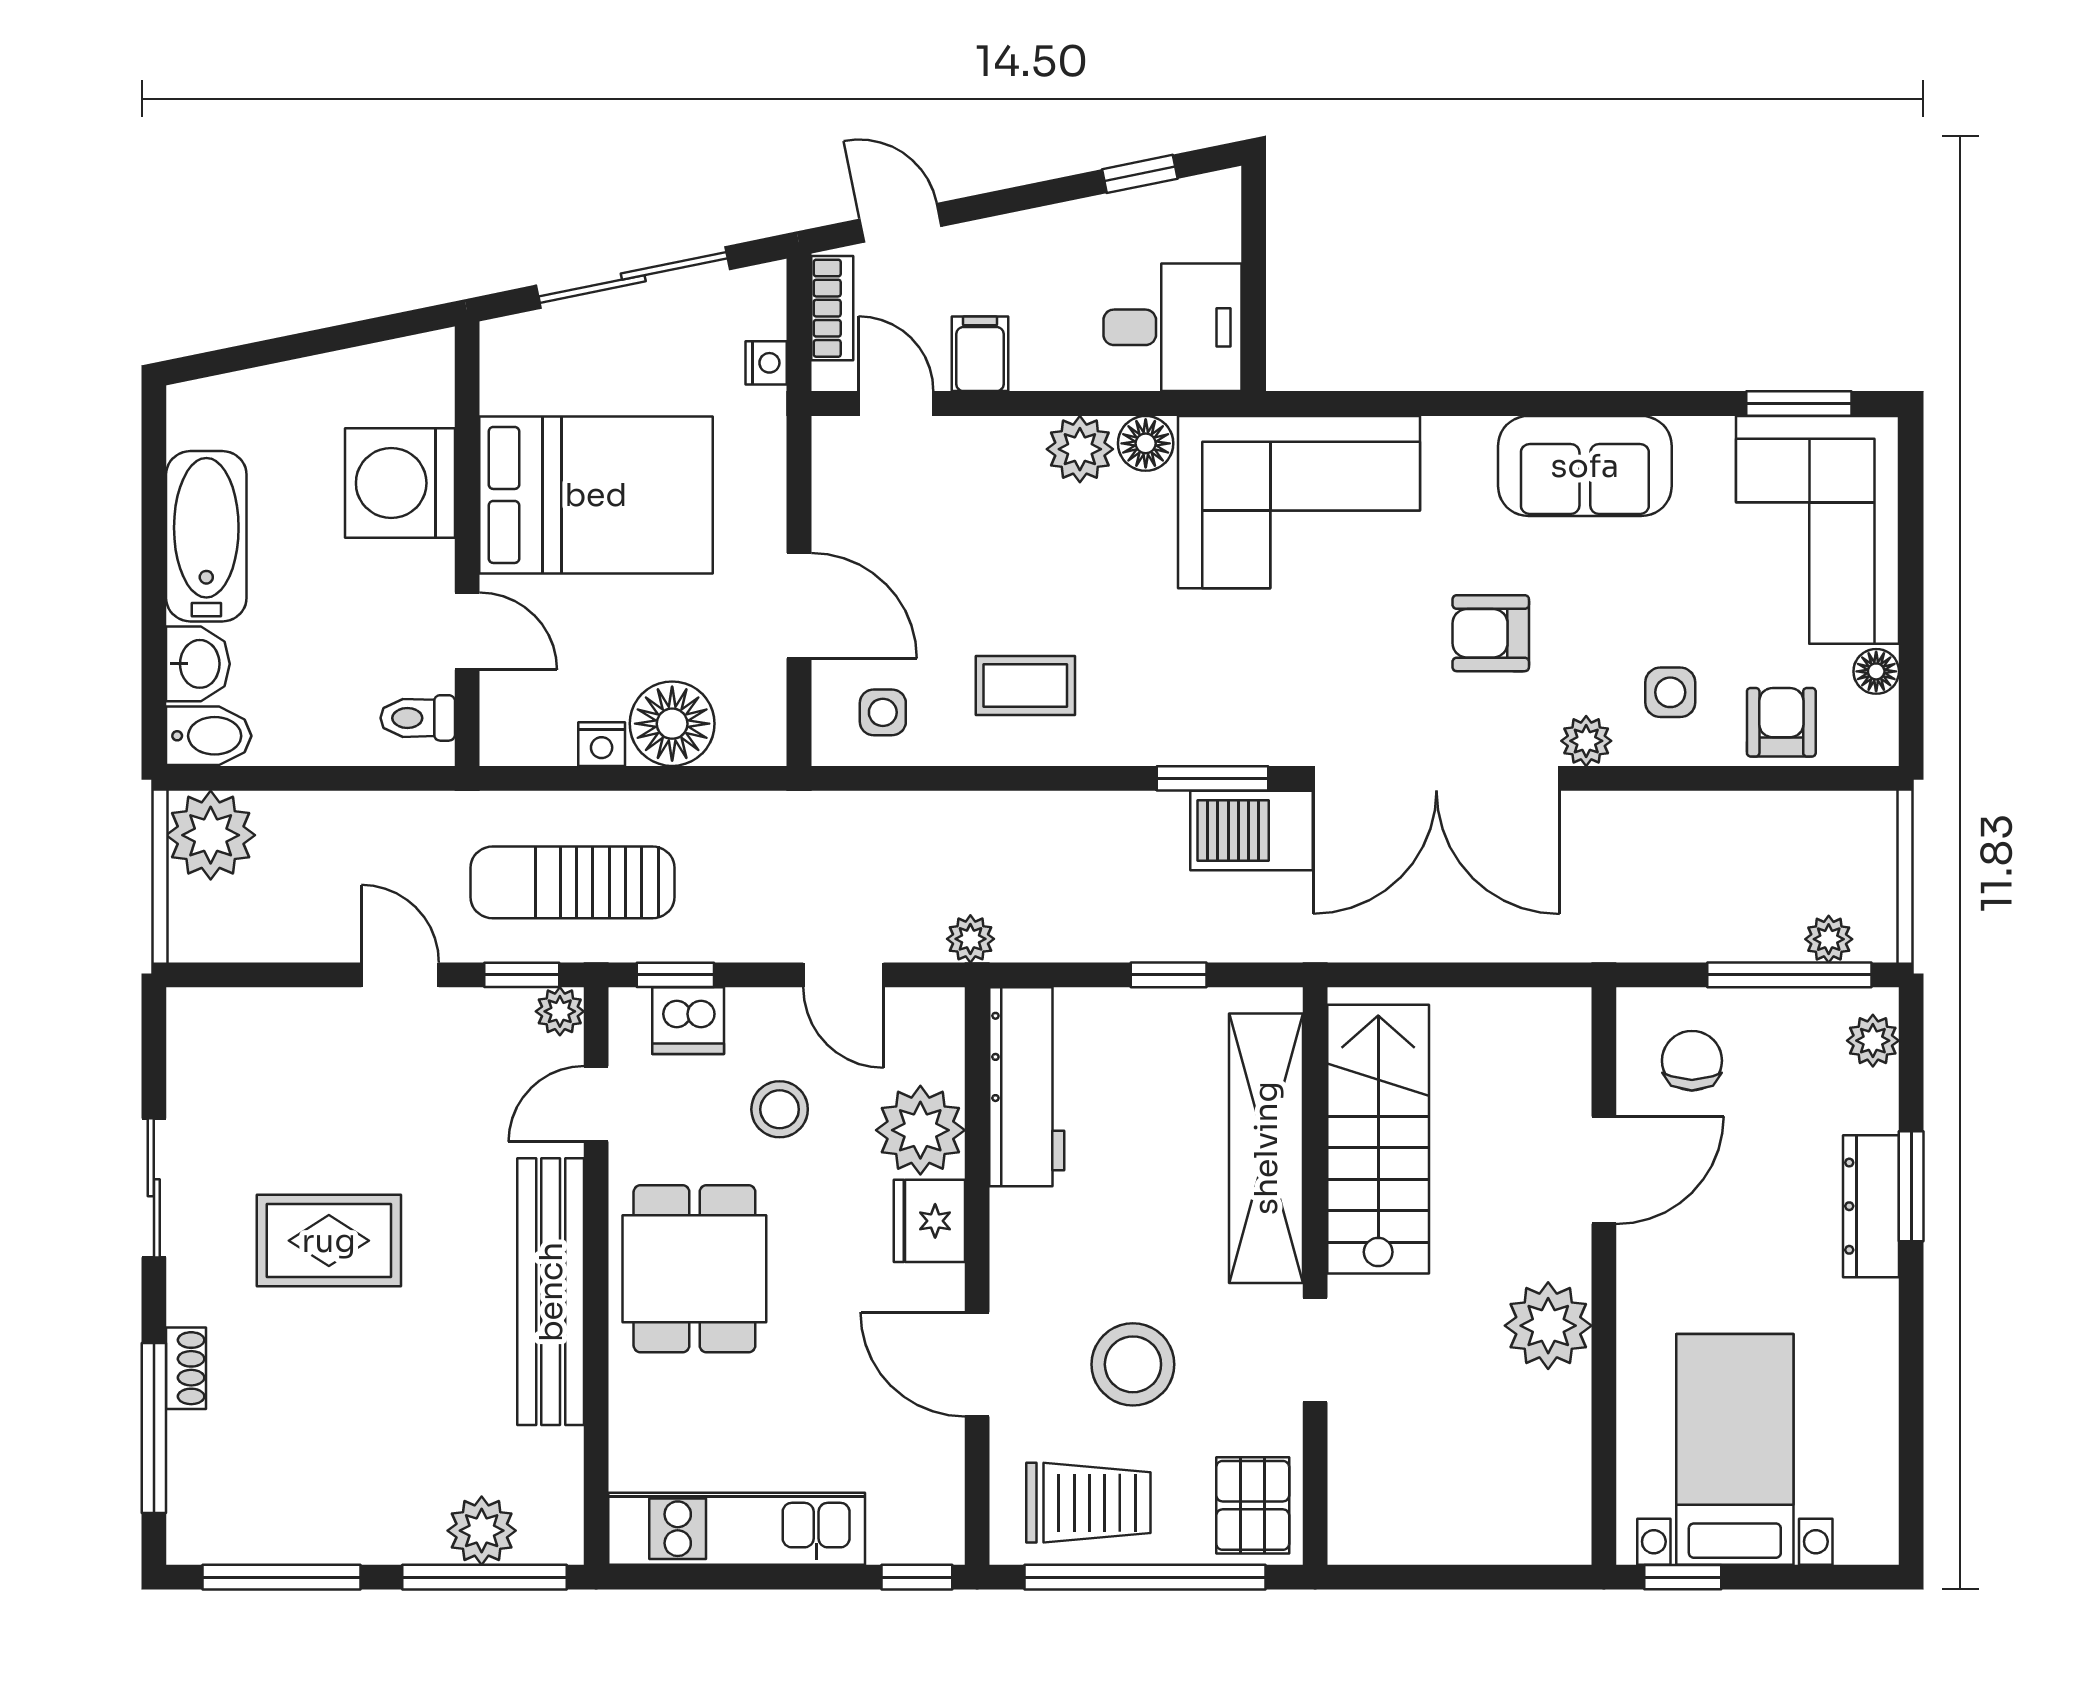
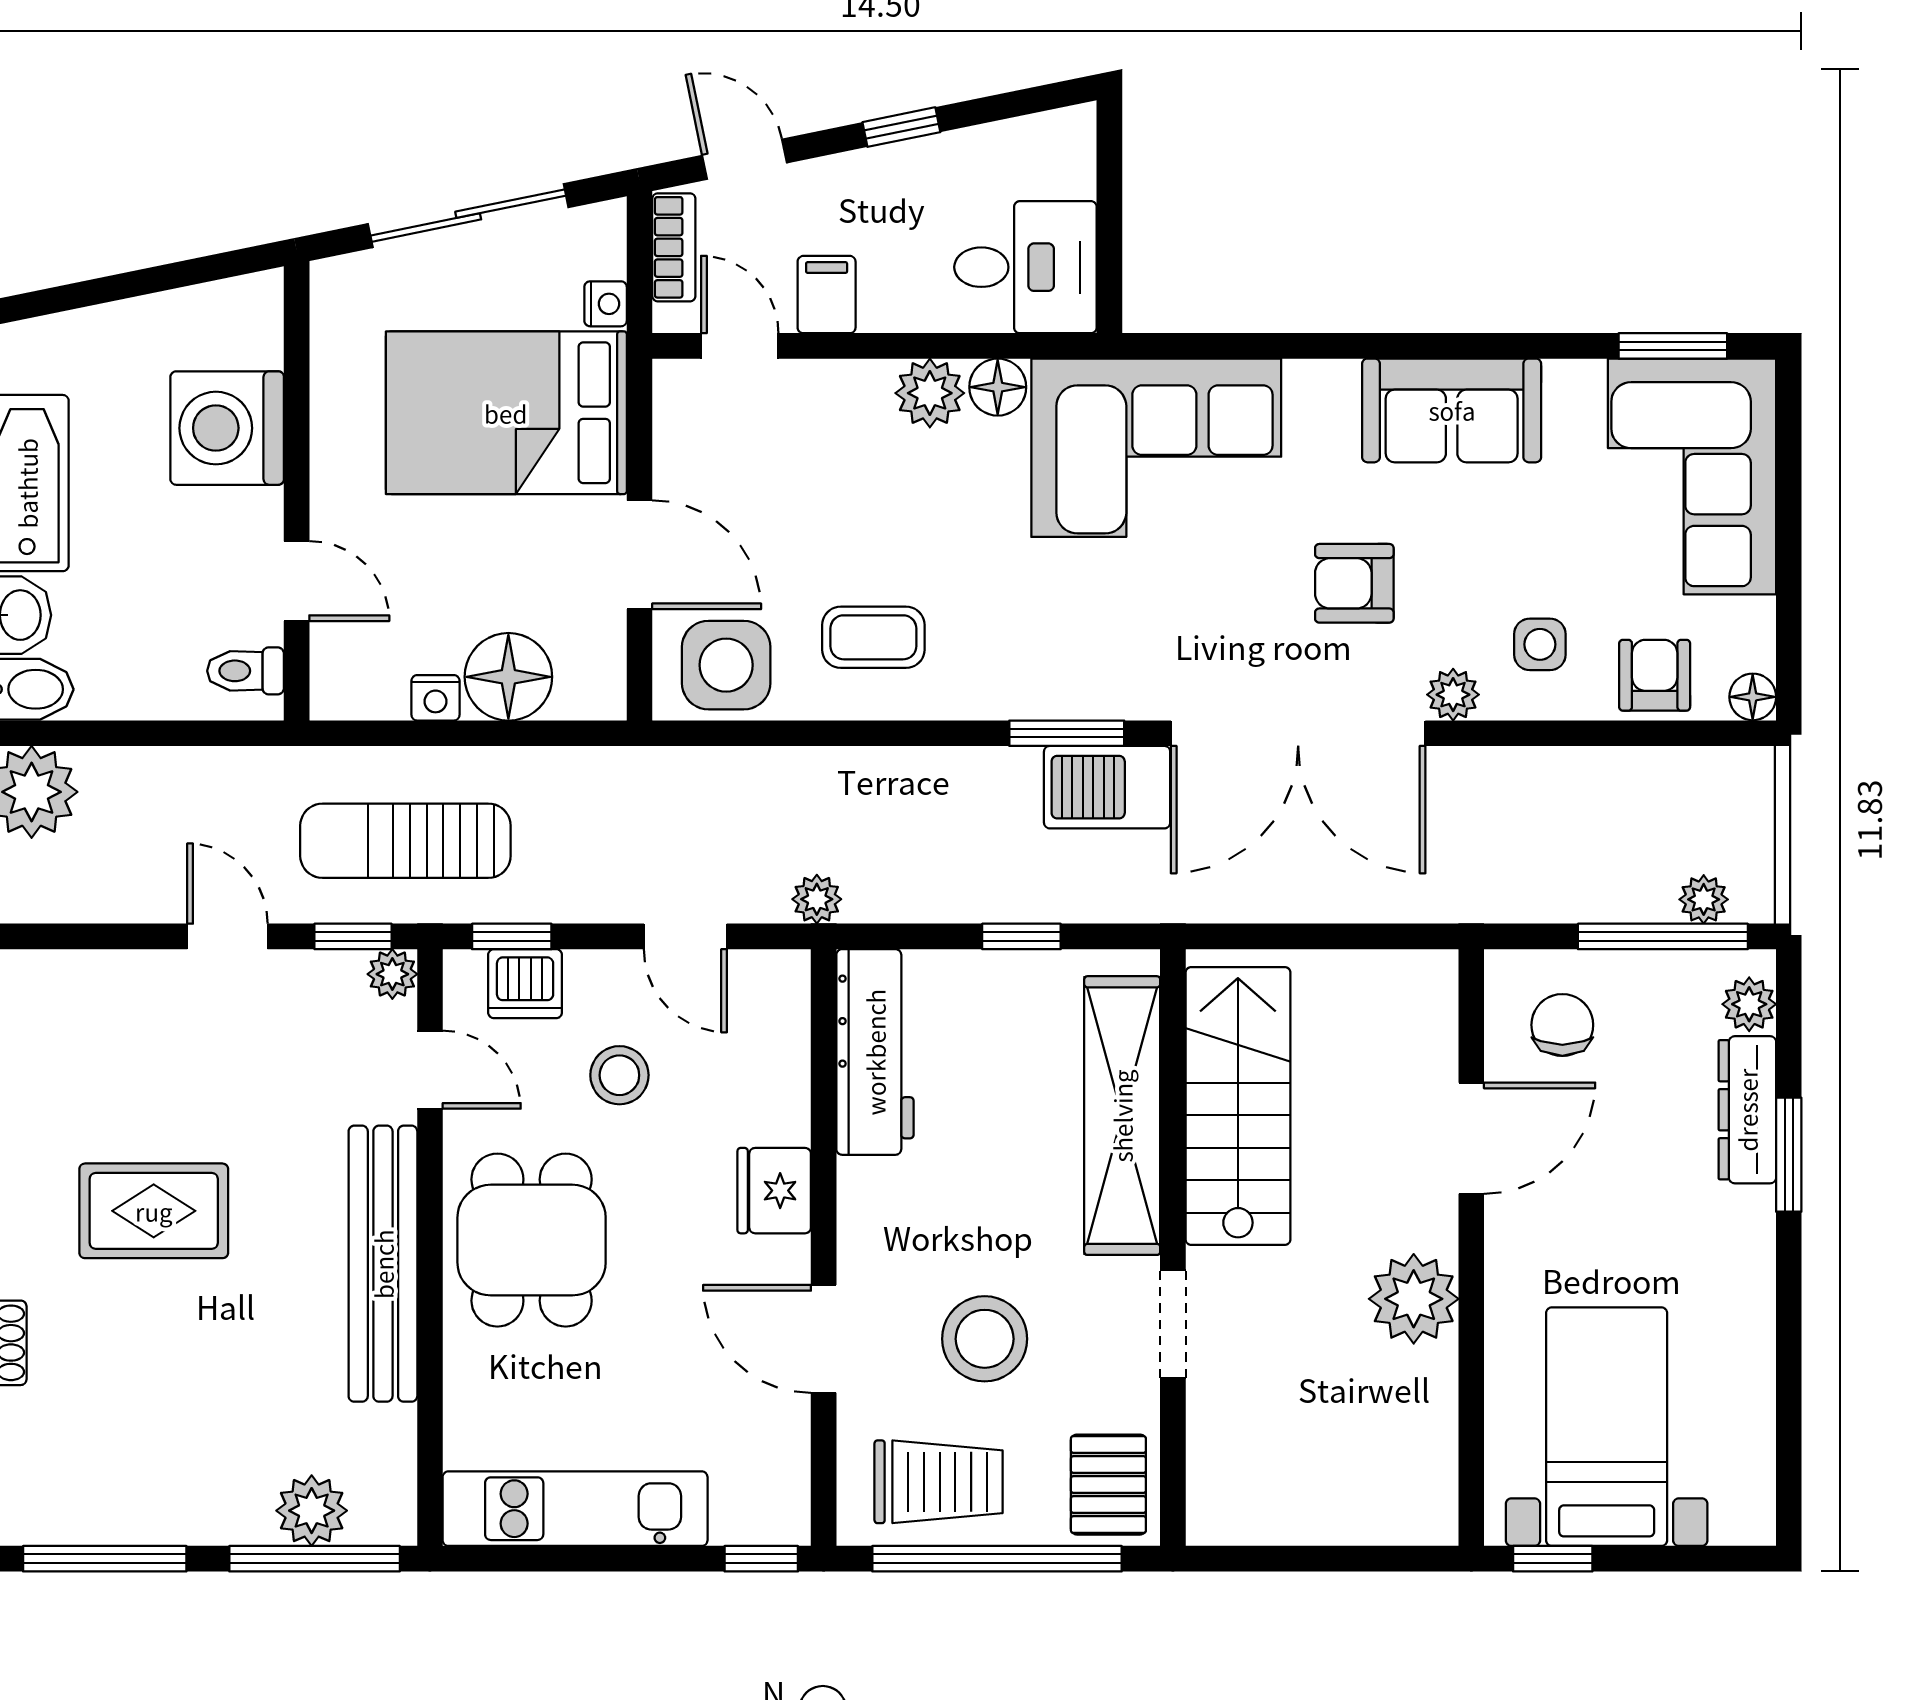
window: (1140, 174) -> (901, 127), moved
bed: (596, 495) -> (506, 413), moved, turned 180
floor lamp: (1876, 671) -> (1753, 697), moved
side table: (883, 712) -> (726, 665), width x1.87, depth x1.87
door: (596, 1104) -> (430, 1070), swing flipped
plant: (920, 1130) -> (765, 1097), removed
dresser: (1871, 1206) -> (1747, 1110), moved

